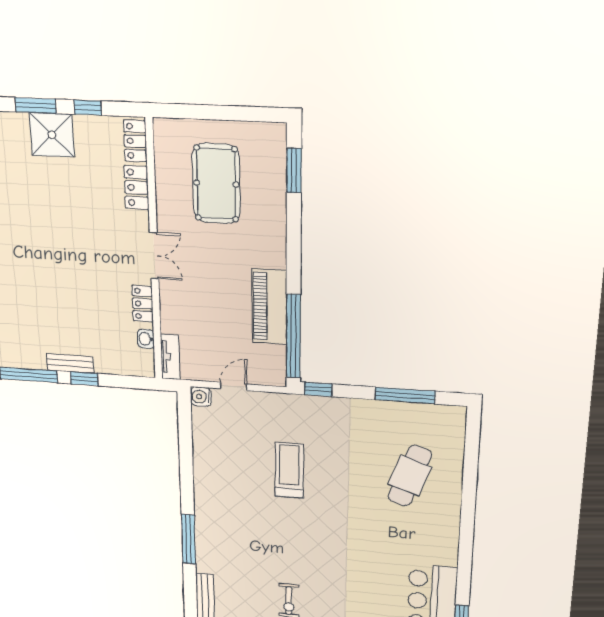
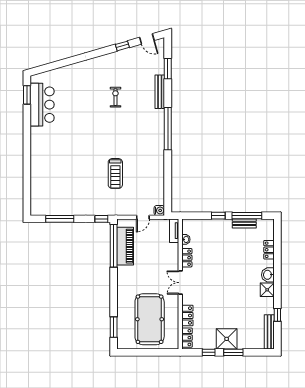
pool table: (216, 184) -> (150, 319), width x1.36, depth x1.32
piano: (269, 307) -> (125, 246), moved
bench: (70, 363) -> (244, 223), moved
cafe table: (410, 476) -> (56, 176), removed
window: (189, 539) -> (168, 129), width x1.46

